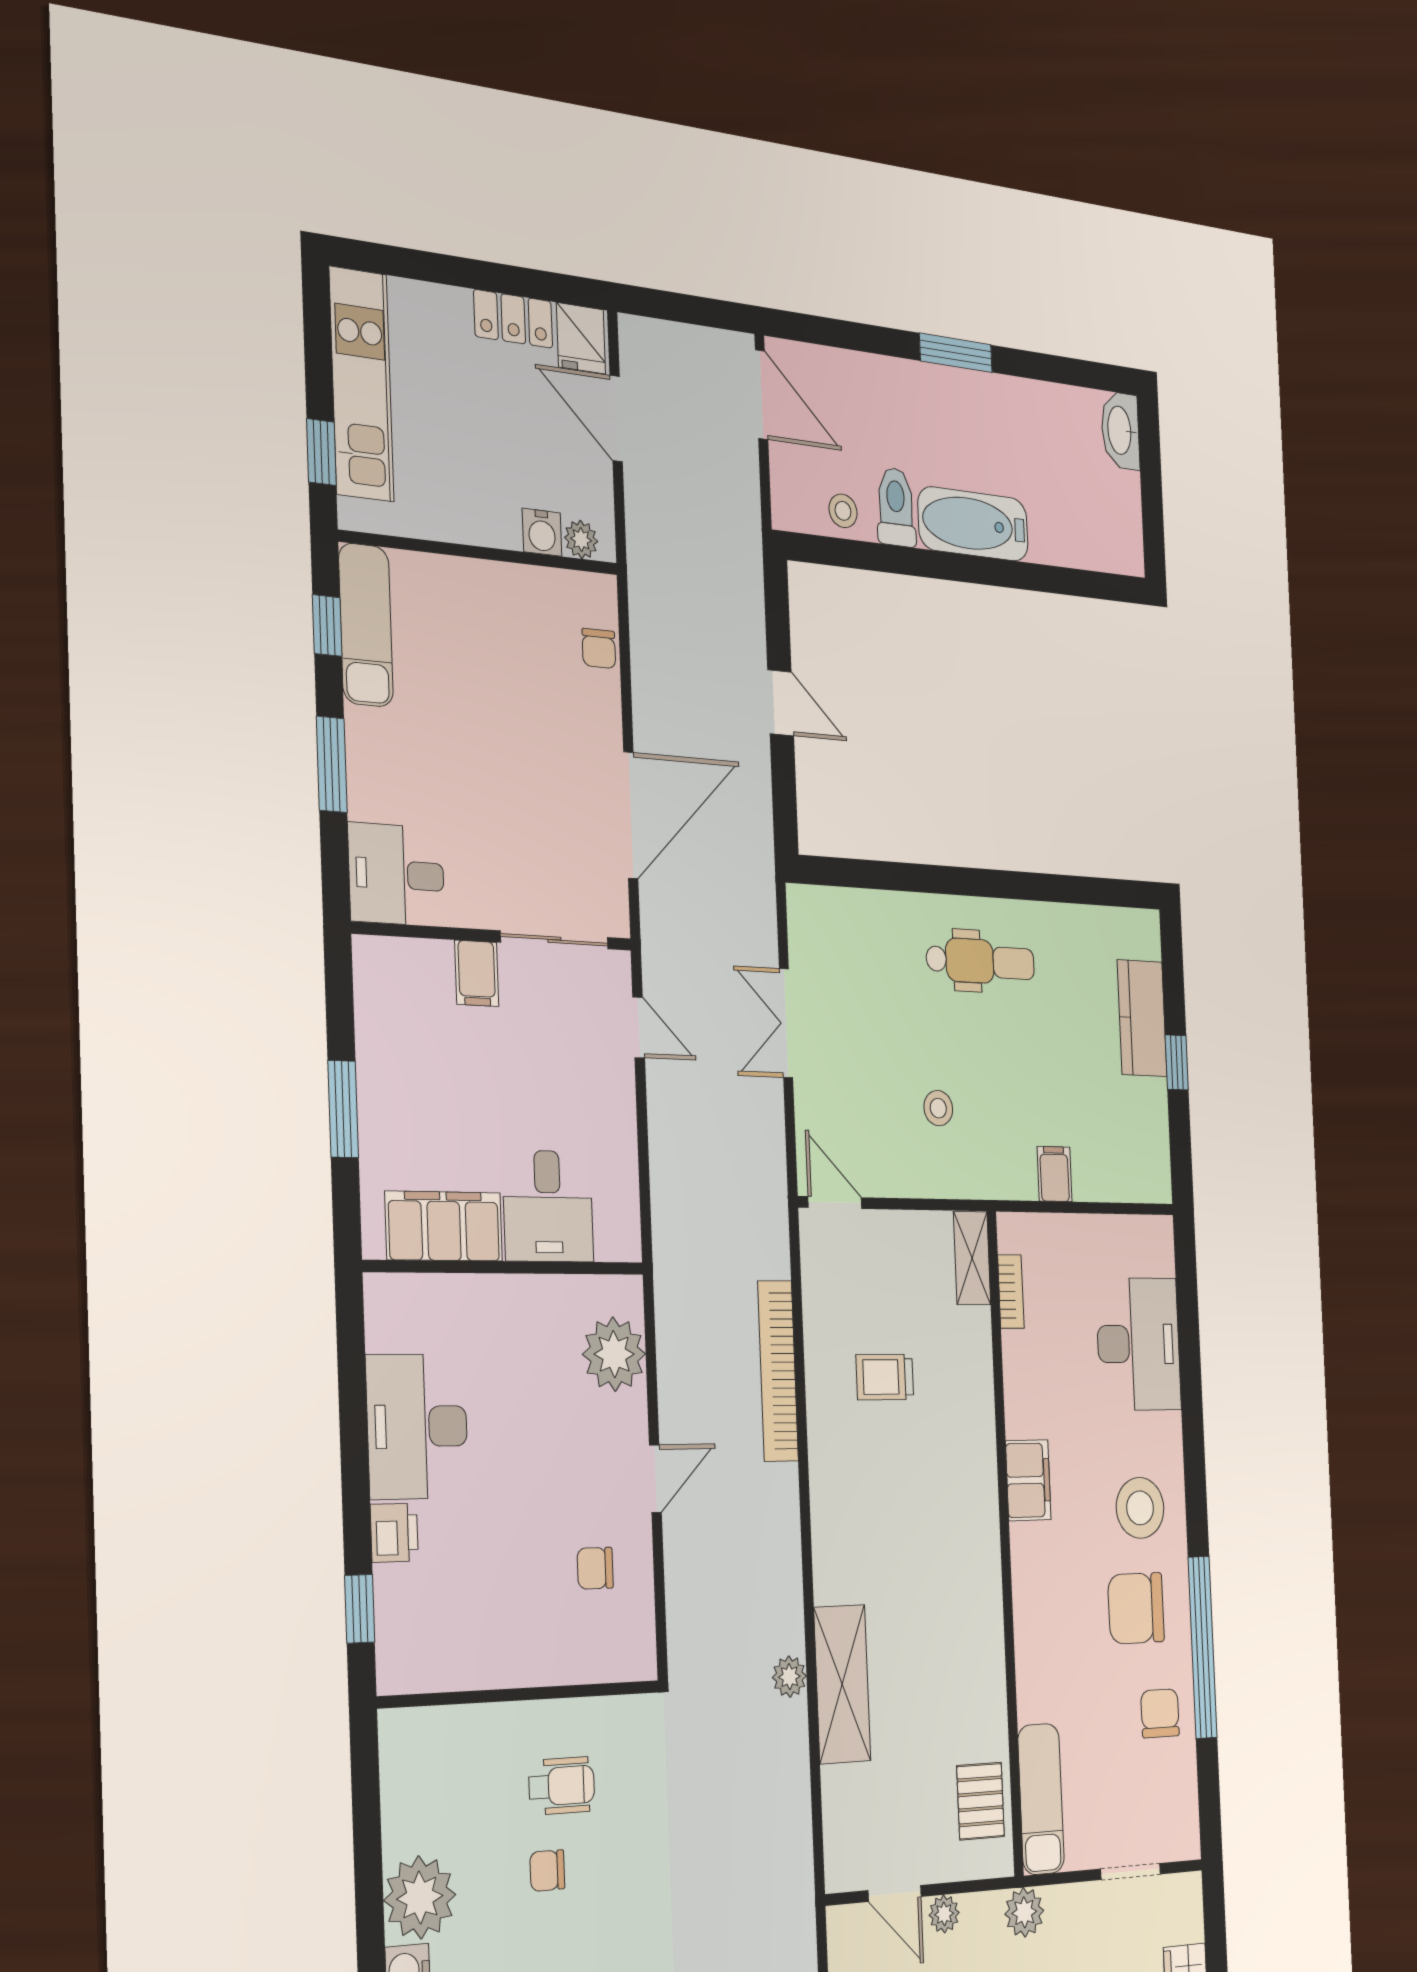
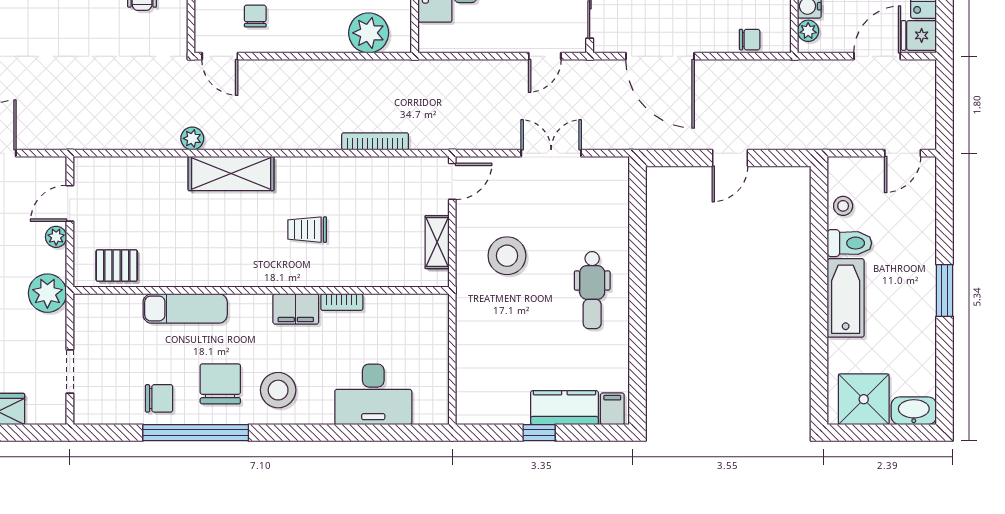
door: (762, 395) -> (903, 153), width x0.73
shower: (1109, 512) -> (864, 399), added
chair: (599, 648) -> (750, 40), turned 180
stool: (938, 1108) -> (507, 256), width x1.89, depth x1.89
filing cabinet: (1055, 1174) -> (612, 409), moved, turned -90
shelving: (972, 1258) -> (437, 242), moved, turned 90
bookcase: (1011, 1292) -> (342, 302), moved
bookcase: (778, 1371) -> (375, 141), width x0.68, depth x0.76
trolley: (885, 1377) -> (307, 230), moved, turned -90
door: (655, 1479) -> (220, 56), moved
shelving: (842, 1684) -> (231, 173), moved
exam couch: (1041, 1799) -> (185, 308), moved
plant: (1024, 1912) -> (47, 293), width x1.36, depth x1.36

